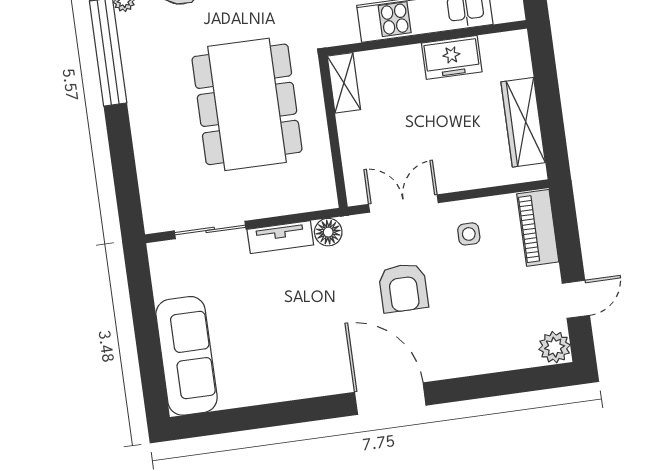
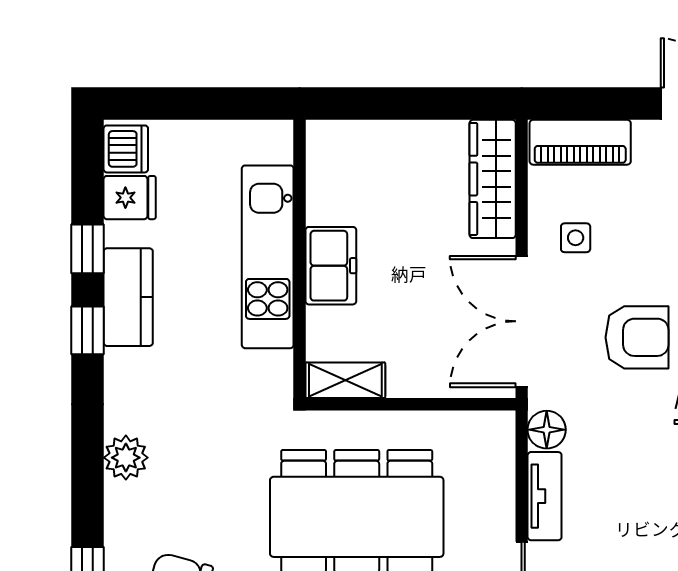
freezer: (452, 57) -> (331, 266), moved
wardrobe: (523, 122) -> (493, 179), moved, turned 90
double door: (403, 203) -> (522, 321), width x1.37

